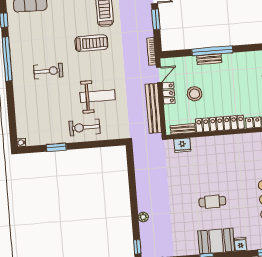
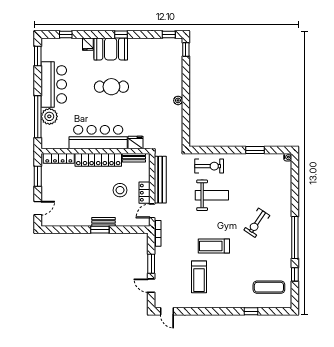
window: (212, 51) -> (100, 230), width x0.47
exercise bike: (48, 71) -> (257, 223), turned -56
weight bench: (98, 96) -> (212, 195), turned 180
exercise bike: (84, 127) -> (209, 166), moved
bar counter: (222, 148) -> (98, 137), added
cafe table: (212, 202) -> (111, 87), width x1.37, depth x1.35
plant: (143, 217) -> (178, 100), moved

